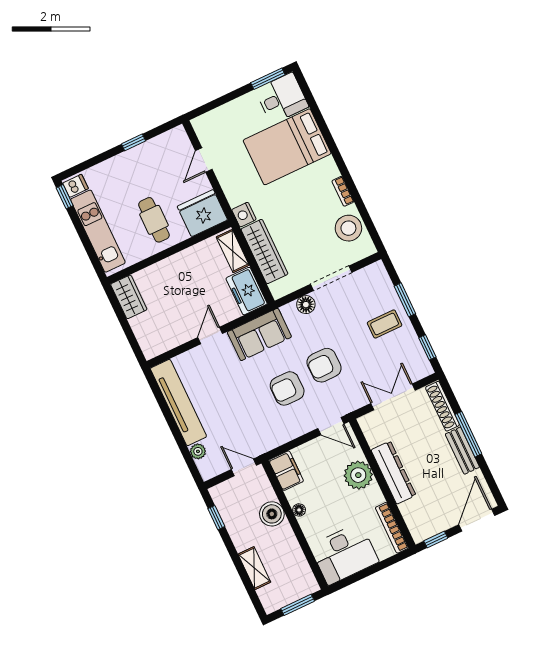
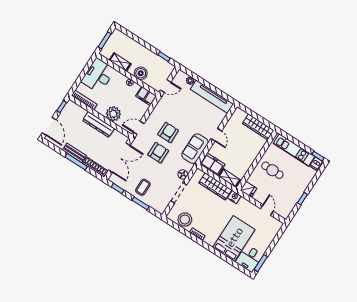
fridge: (202, 213) -> (248, 189), width x0.53, depth x0.75
wardrobe: (129, 297) -> (258, 127), width x1.50
double door: (393, 397) -> (119, 158), width x1.37
shelving: (254, 568) -> (120, 62), moved

